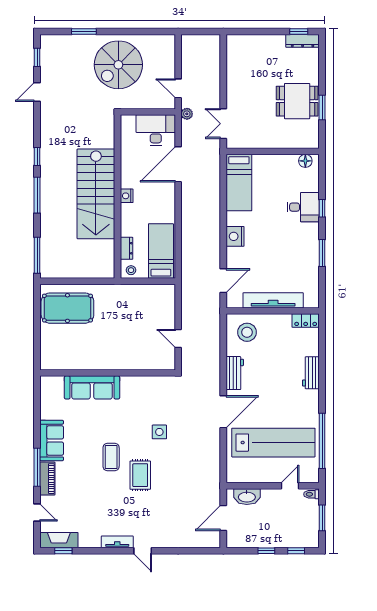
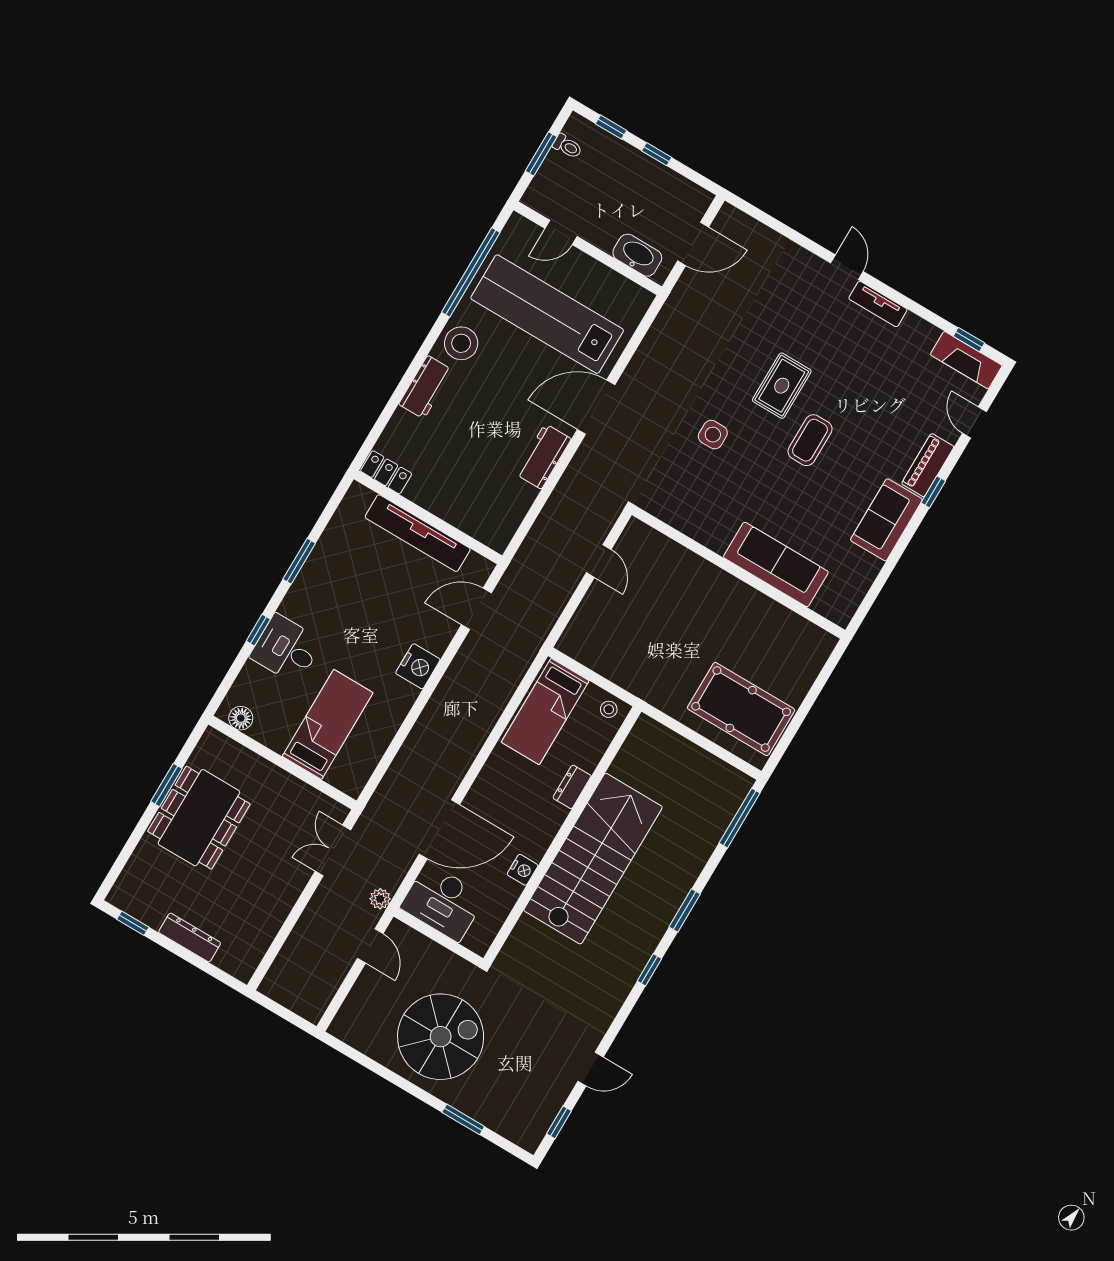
dresser: (303, 41) -> (190, 937), moved
dining table: (297, 101) -> (199, 818), width x1.38
double door: (223, 124) -> (333, 851), swing flipped
bed: (239, 183) -> (328, 724), moved
window: (37, 195) -> (685, 911), width x0.69
nightstand: (127, 196) -> (523, 870), moved
dresser: (127, 248) -> (572, 787), moved
stool: (247, 332) -> (461, 343), moved
window: (37, 467) -> (933, 492), width x0.46
toilet: (312, 494) -> (567, 146), moved

